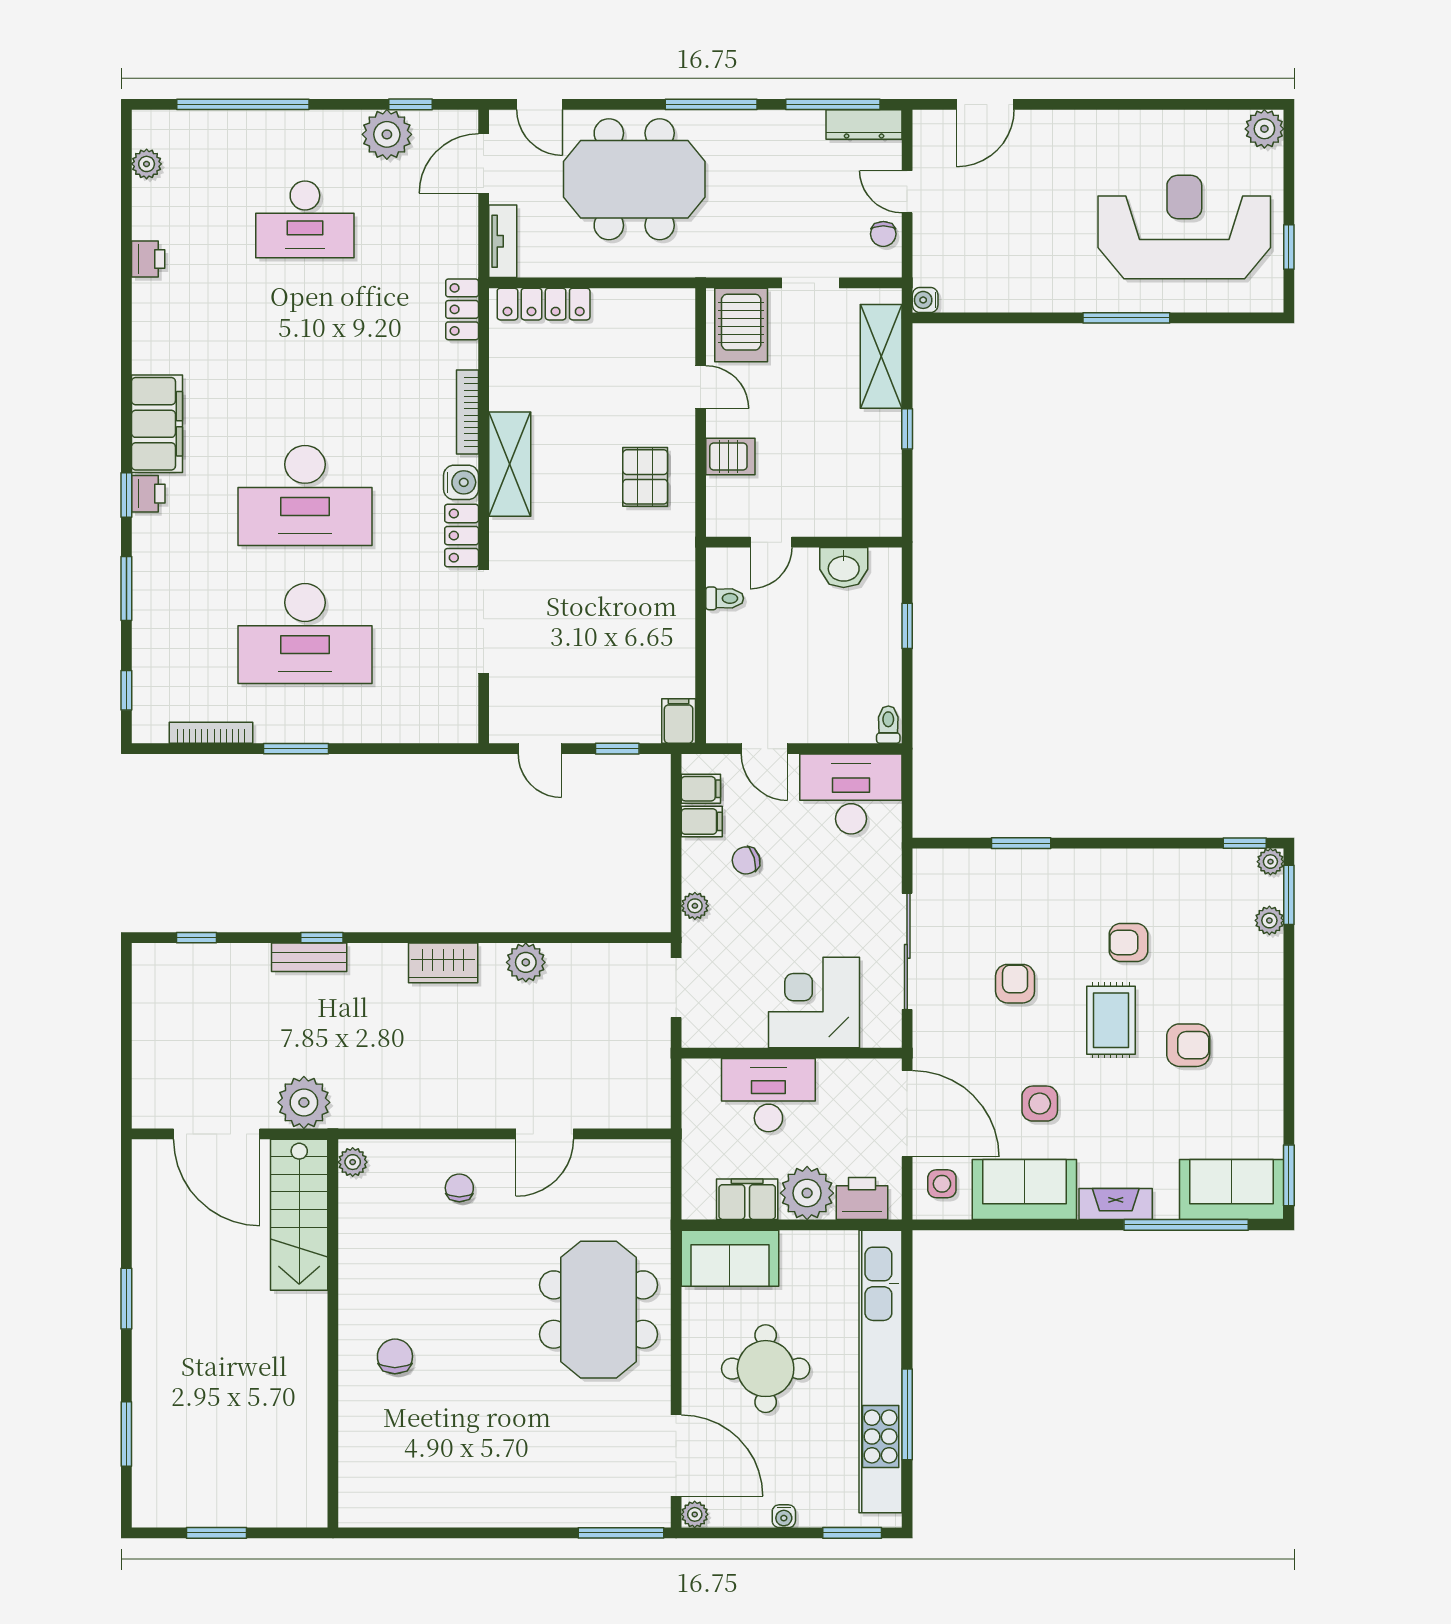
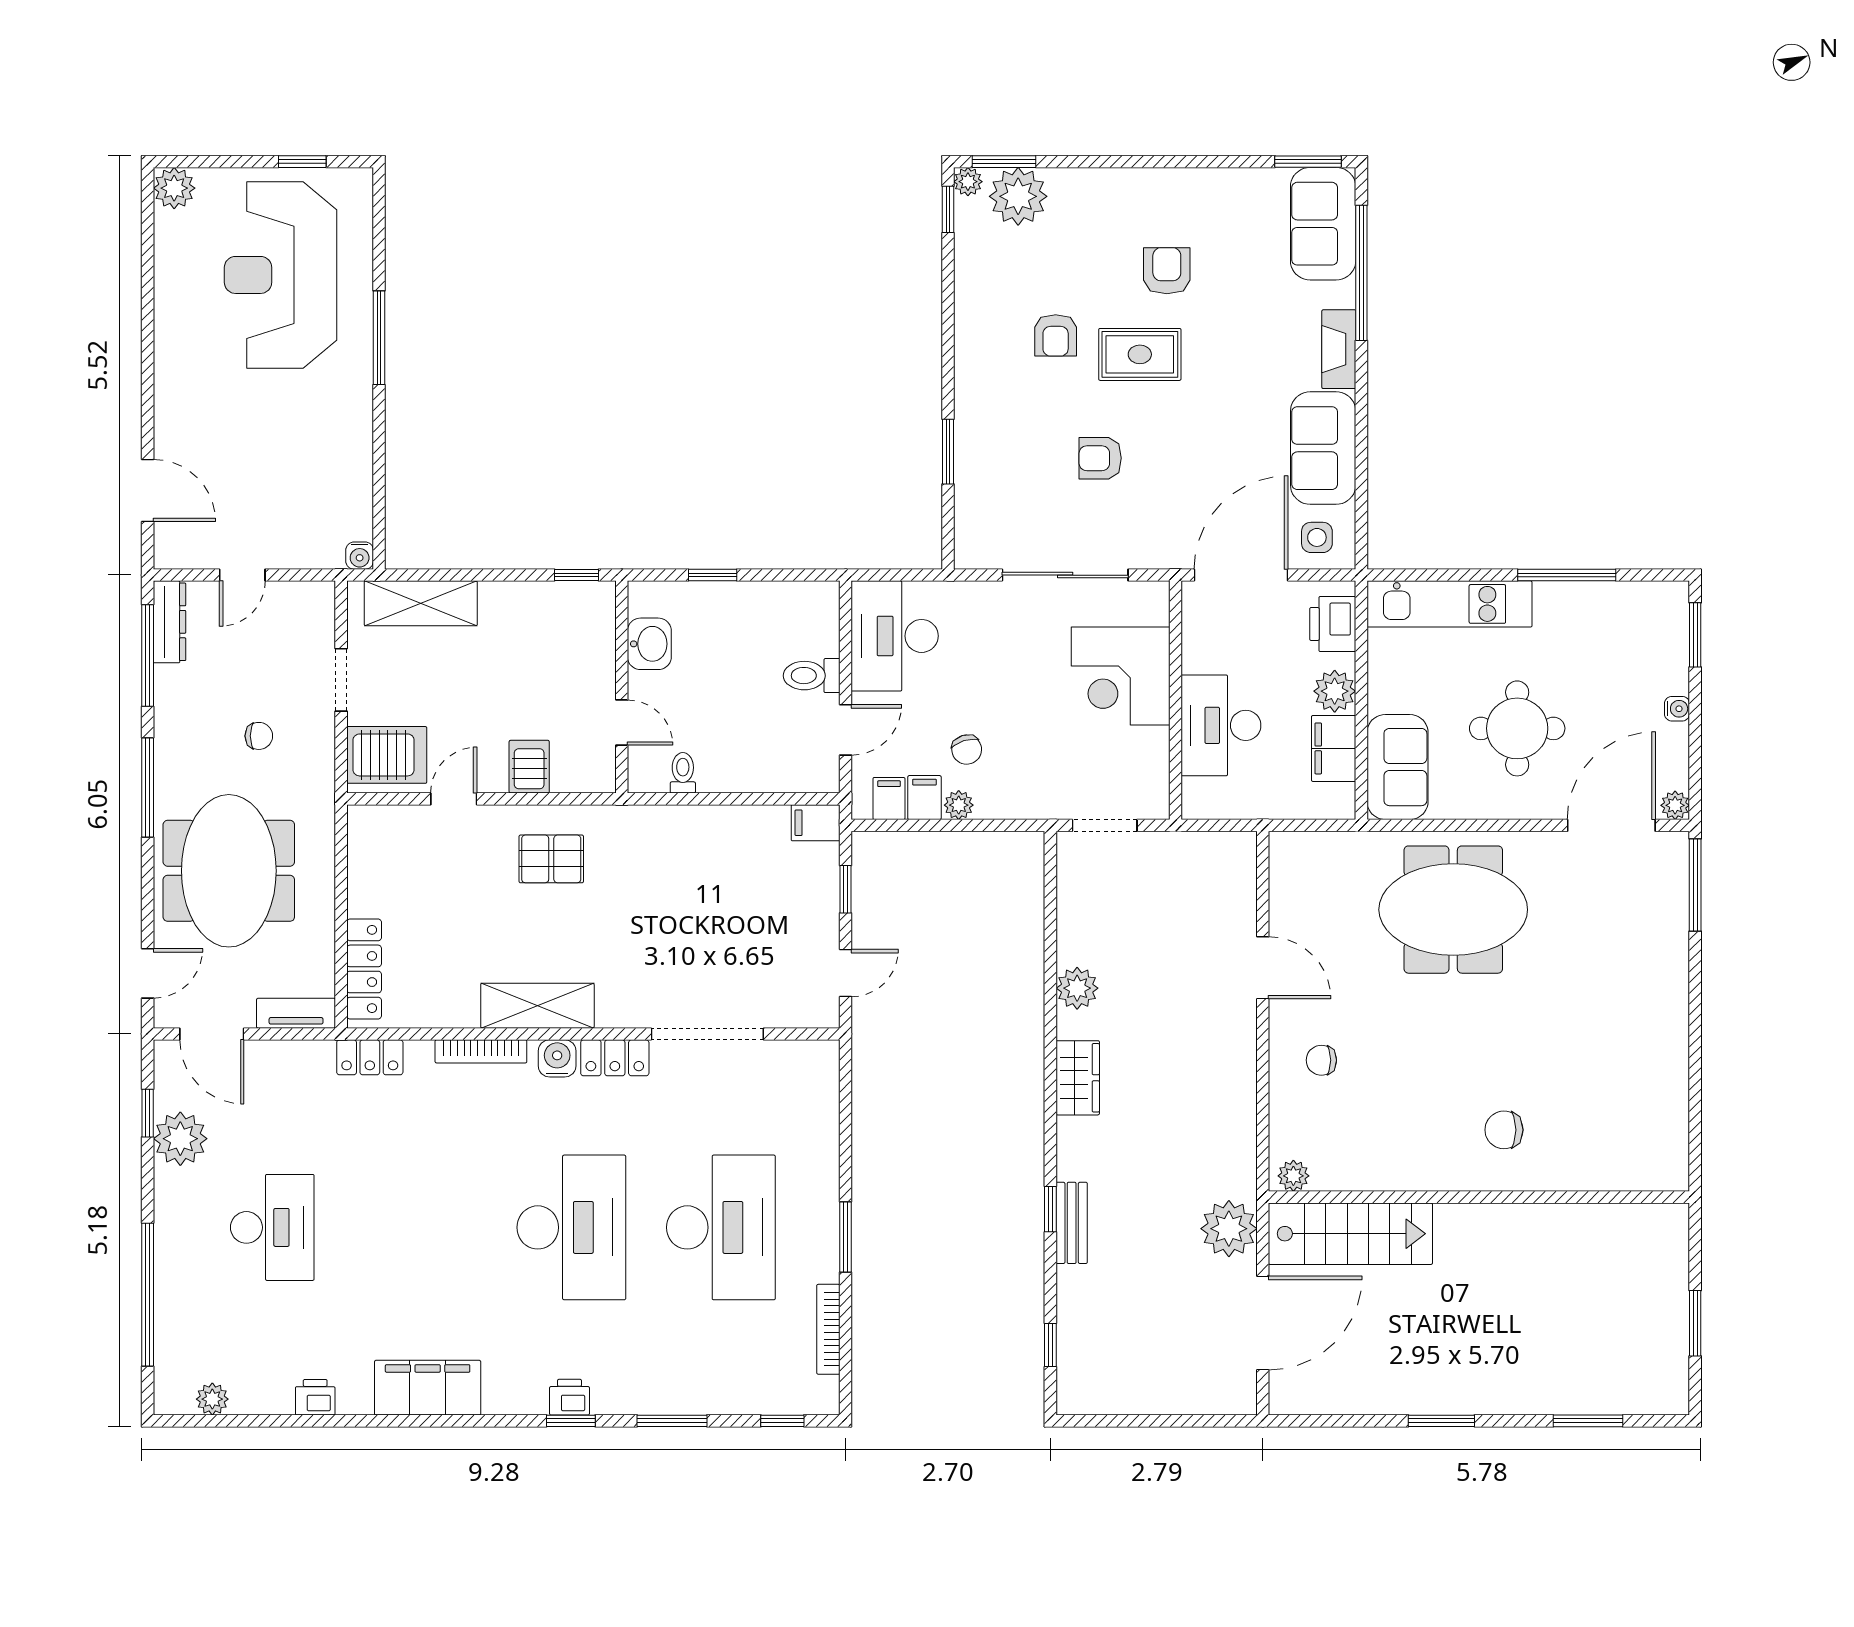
chair: (883, 234) -> (259, 736), moved
filing cabinet: (157, 424) -> (428, 1388), moved
window: (907, 429) -> (576, 575), moved
toilet: (888, 725) -> (812, 676), moved, width x1.37, depth x1.39
plant: (695, 906) -> (959, 805), moved
plant: (1269, 920) -> (1018, 196), width x1.88, depth x1.88
side table: (1040, 1104) -> (1230, 432), removed
plant: (807, 1193) -> (1335, 691), width x0.73, depth x0.73
kitchen unit: (881, 1371) -> (1449, 604), width x0.54

